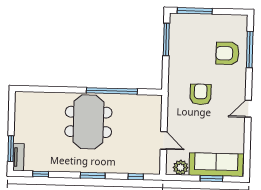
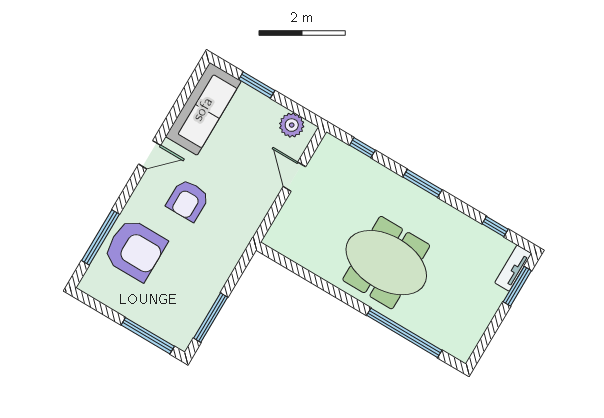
armchair: (228, 53) -> (135, 250), width x1.36, depth x1.36
window: (112, 91) -> (404, 333), moved
armchair: (201, 94) -> (188, 200), moved
meeting table: (88, 122) -> (386, 263), turned 90
sofa: (216, 165) -> (203, 109), moved, turned -90

